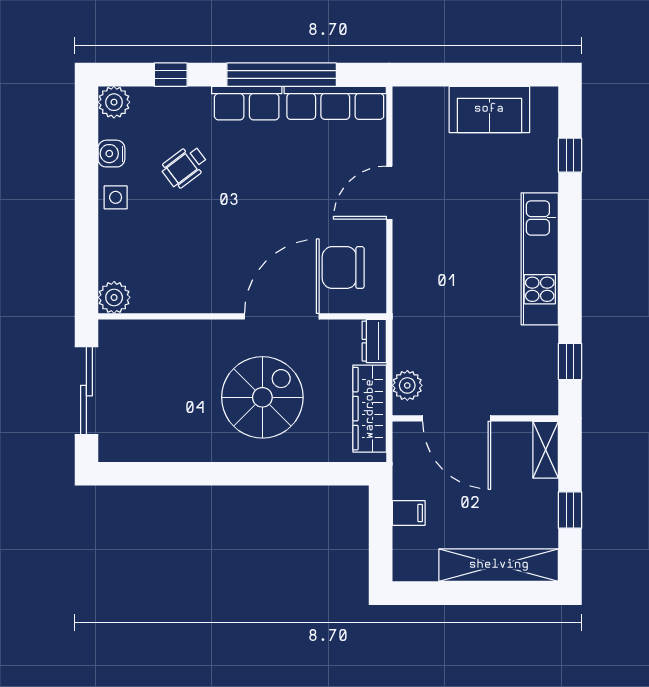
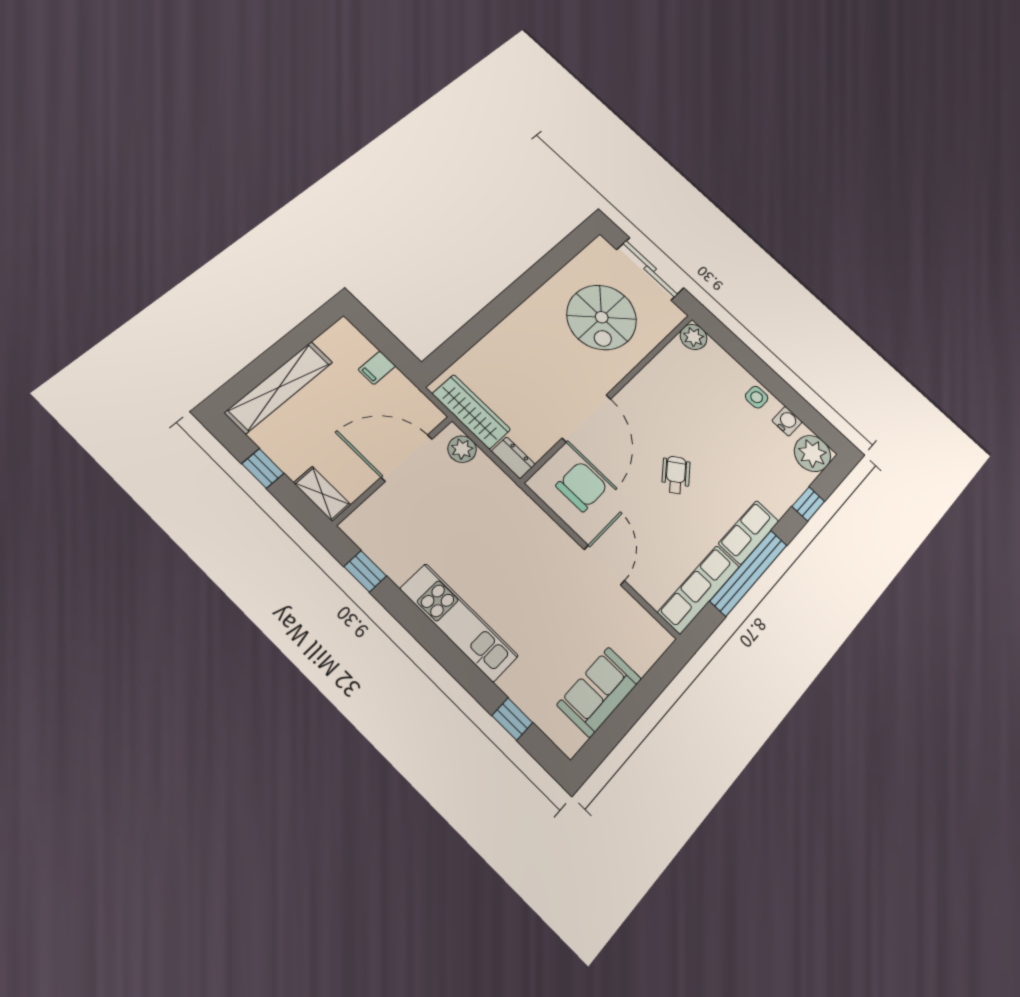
plant: (114, 102) -> (812, 453), width x1.36, depth x1.36
wheelchair: (185, 166) -> (676, 475), moved
spiral stairs: (262, 397) -> (602, 317), moved

